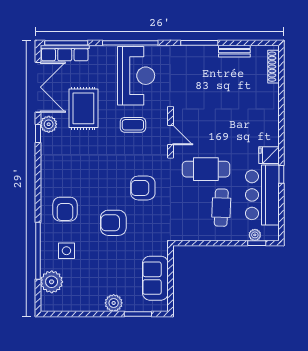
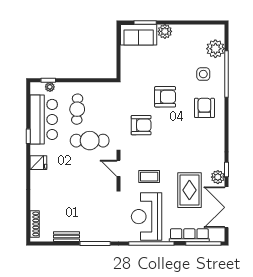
row of seats: (65, 53) -> (189, 235), moved
fridge: (269, 155) -> (38, 163), moved
sofa: (155, 278) -> (139, 35), moved, turned 90

